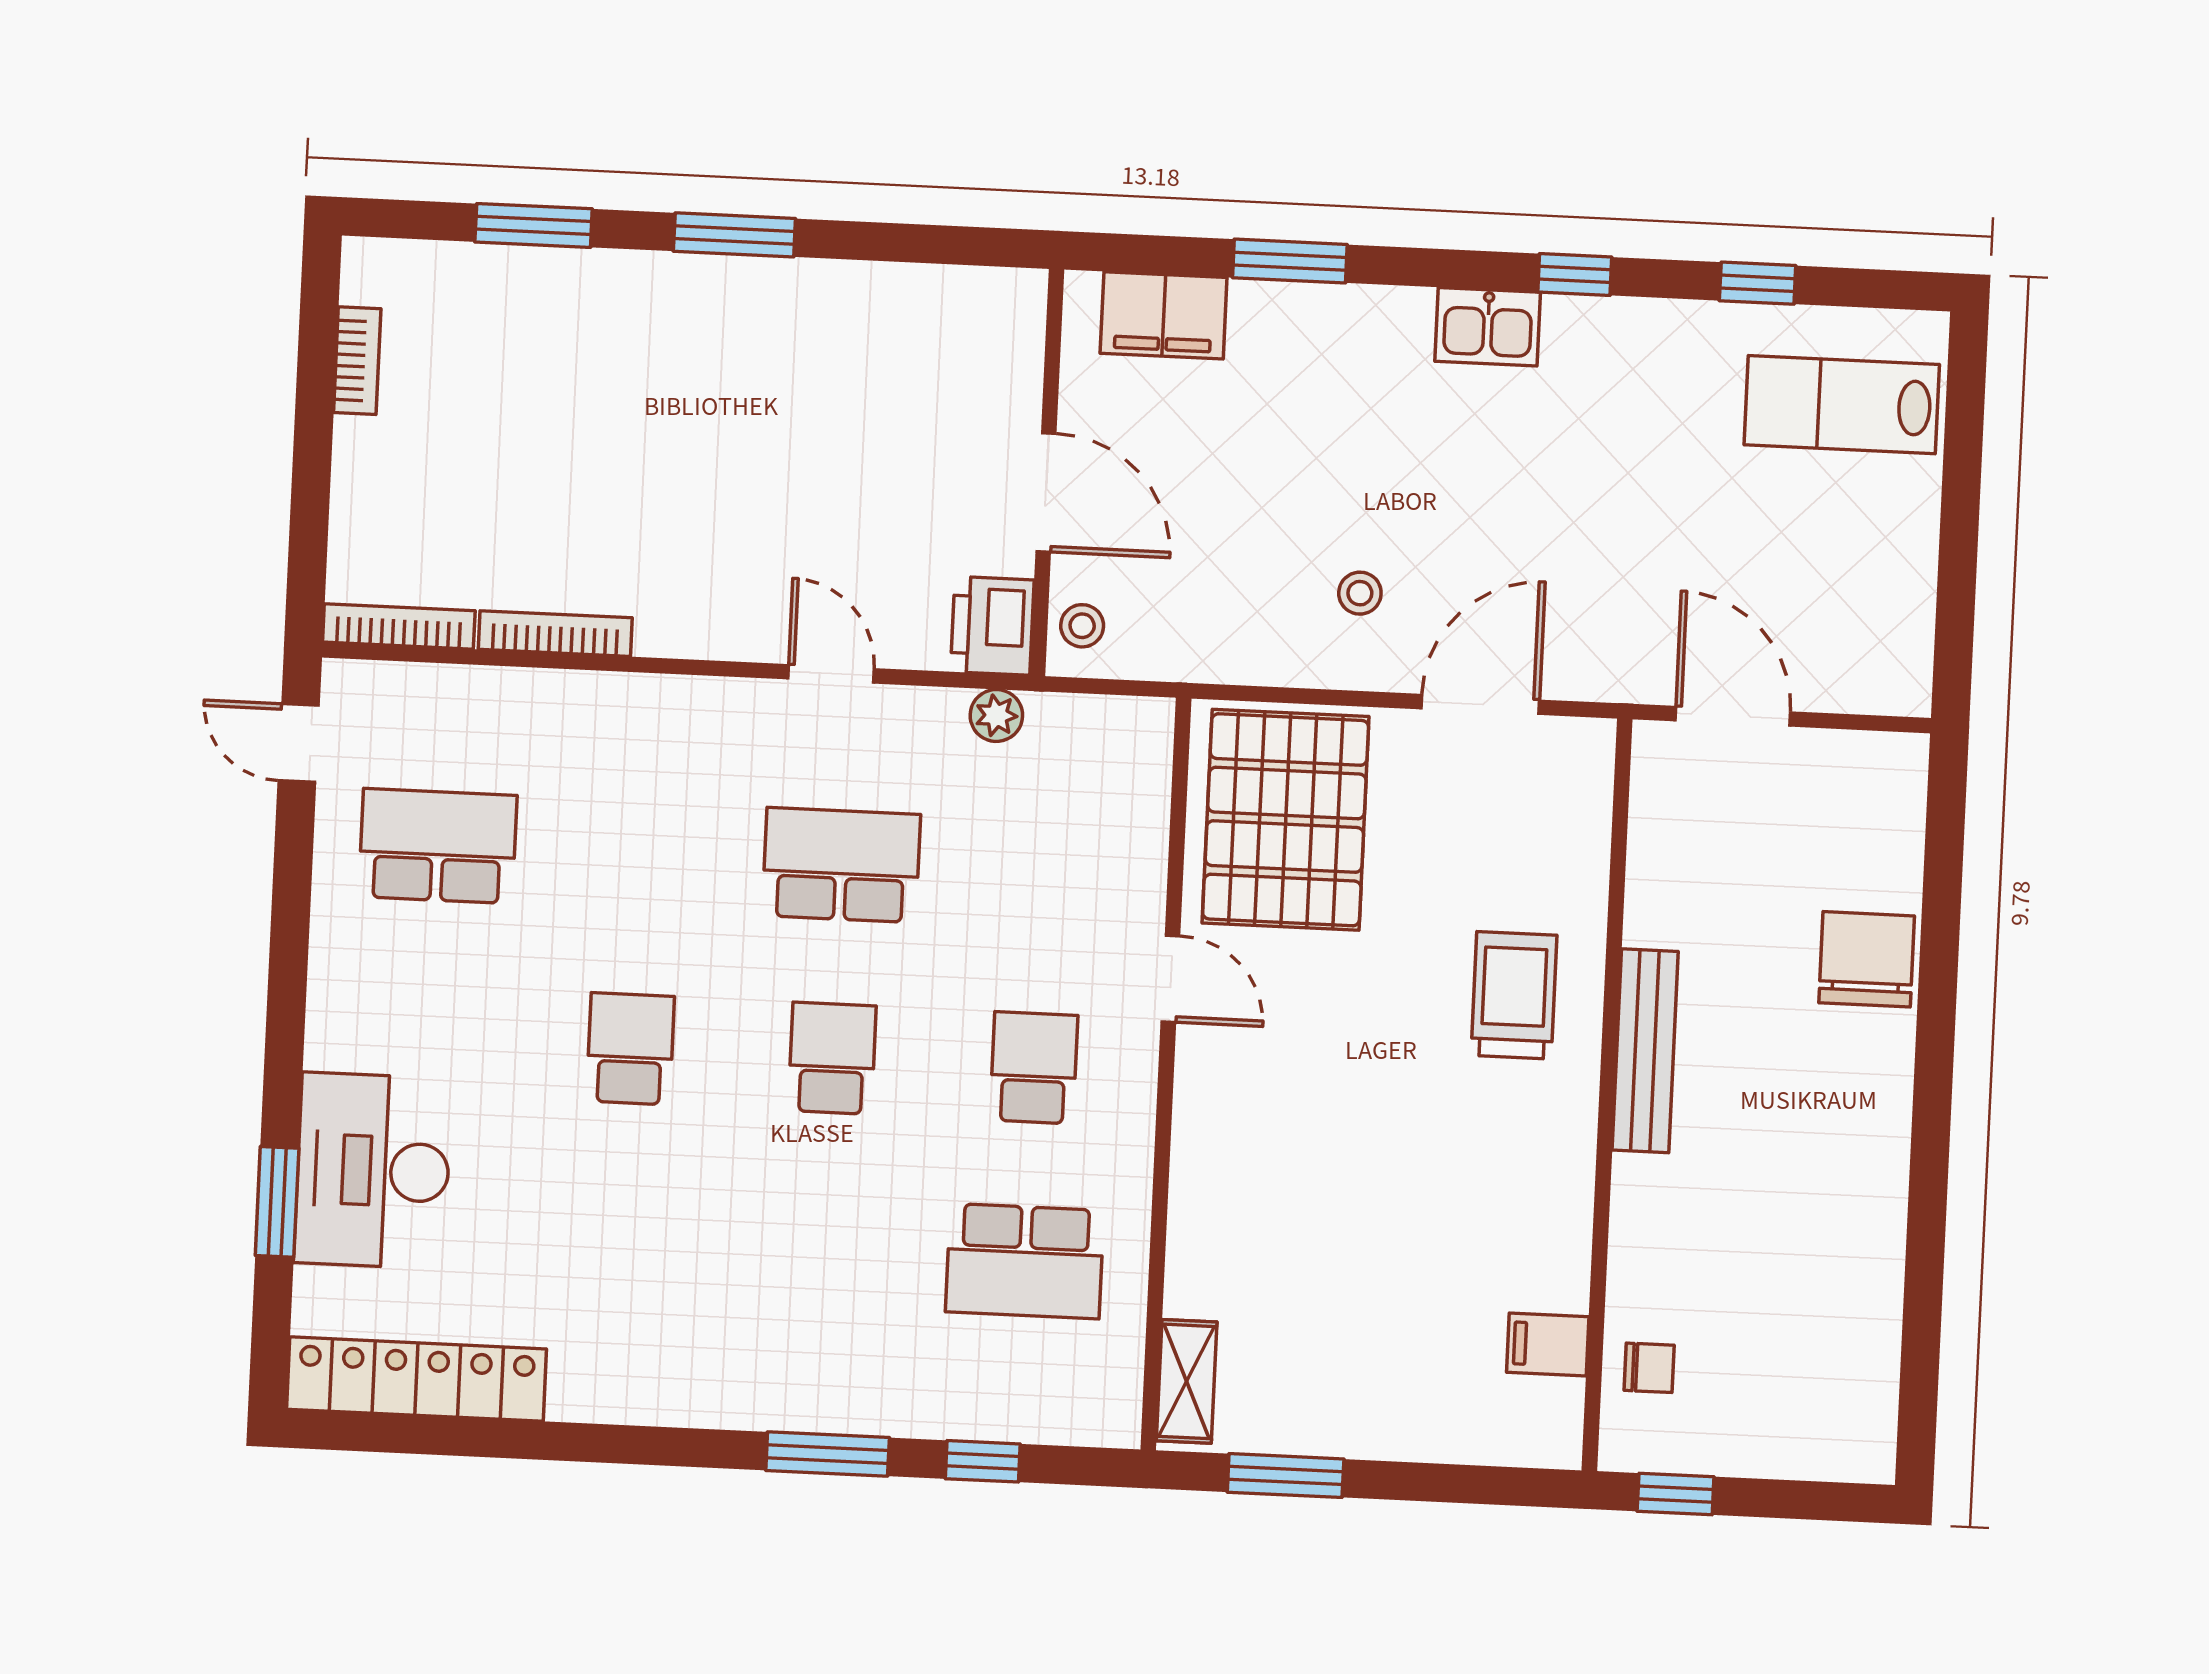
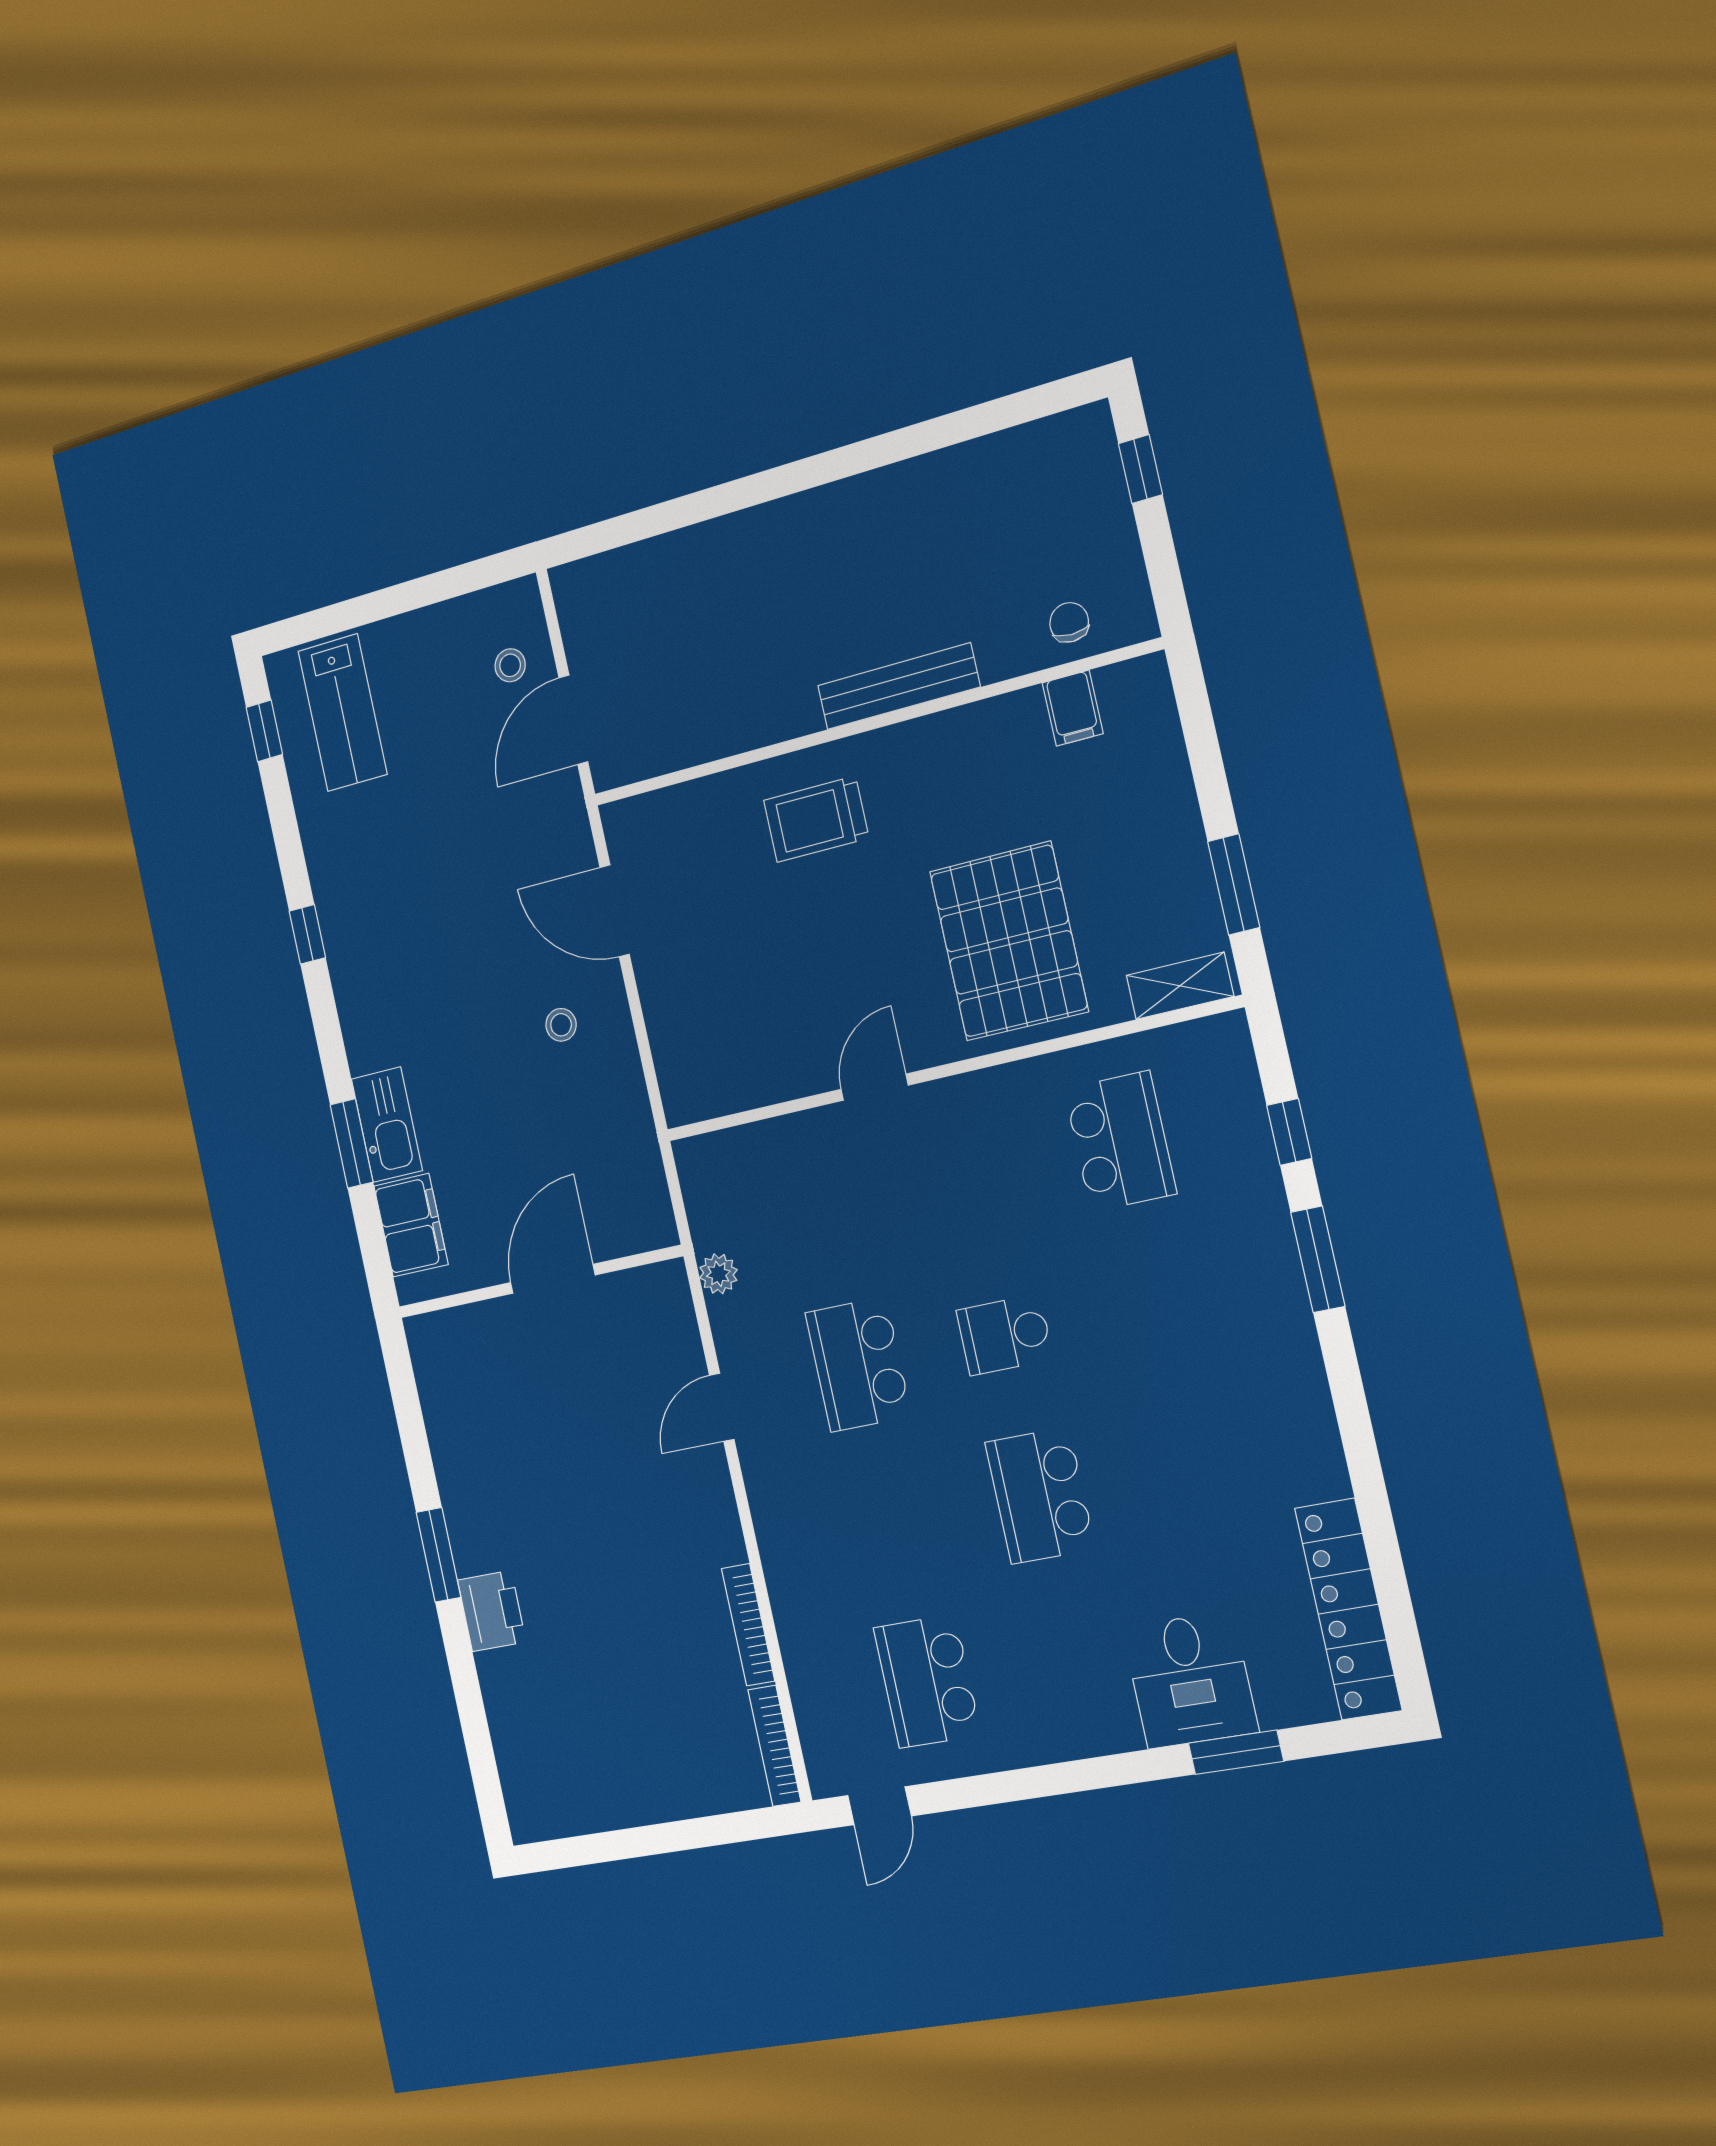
window: (534, 225) -> (470, 1705), removed
window: (1758, 283) -> (264, 731), moved
kitchen sink: (1488, 327) -> (387, 1125), moved, width x1.38
bookcase: (357, 361) -> (596, 1817), removed
printer: (992, 626) -> (492, 1611), moved, turned -90
stool: (1082, 626) -> (510, 665), moved
pallet: (1286, 820) -> (1009, 941), moved, turned 90
chair: (1867, 959) -> (718, 560), removed
school desk: (630, 1049) -> (1040, 1496), width x1.85
bench: (1645, 1051) -> (899, 686), moved
school desk: (1034, 1068) -> (969, 1175), removed
desk: (373, 1171) -> (1190, 1680), width x0.73
window: (1676, 1494) -> (1140, 469), moved

